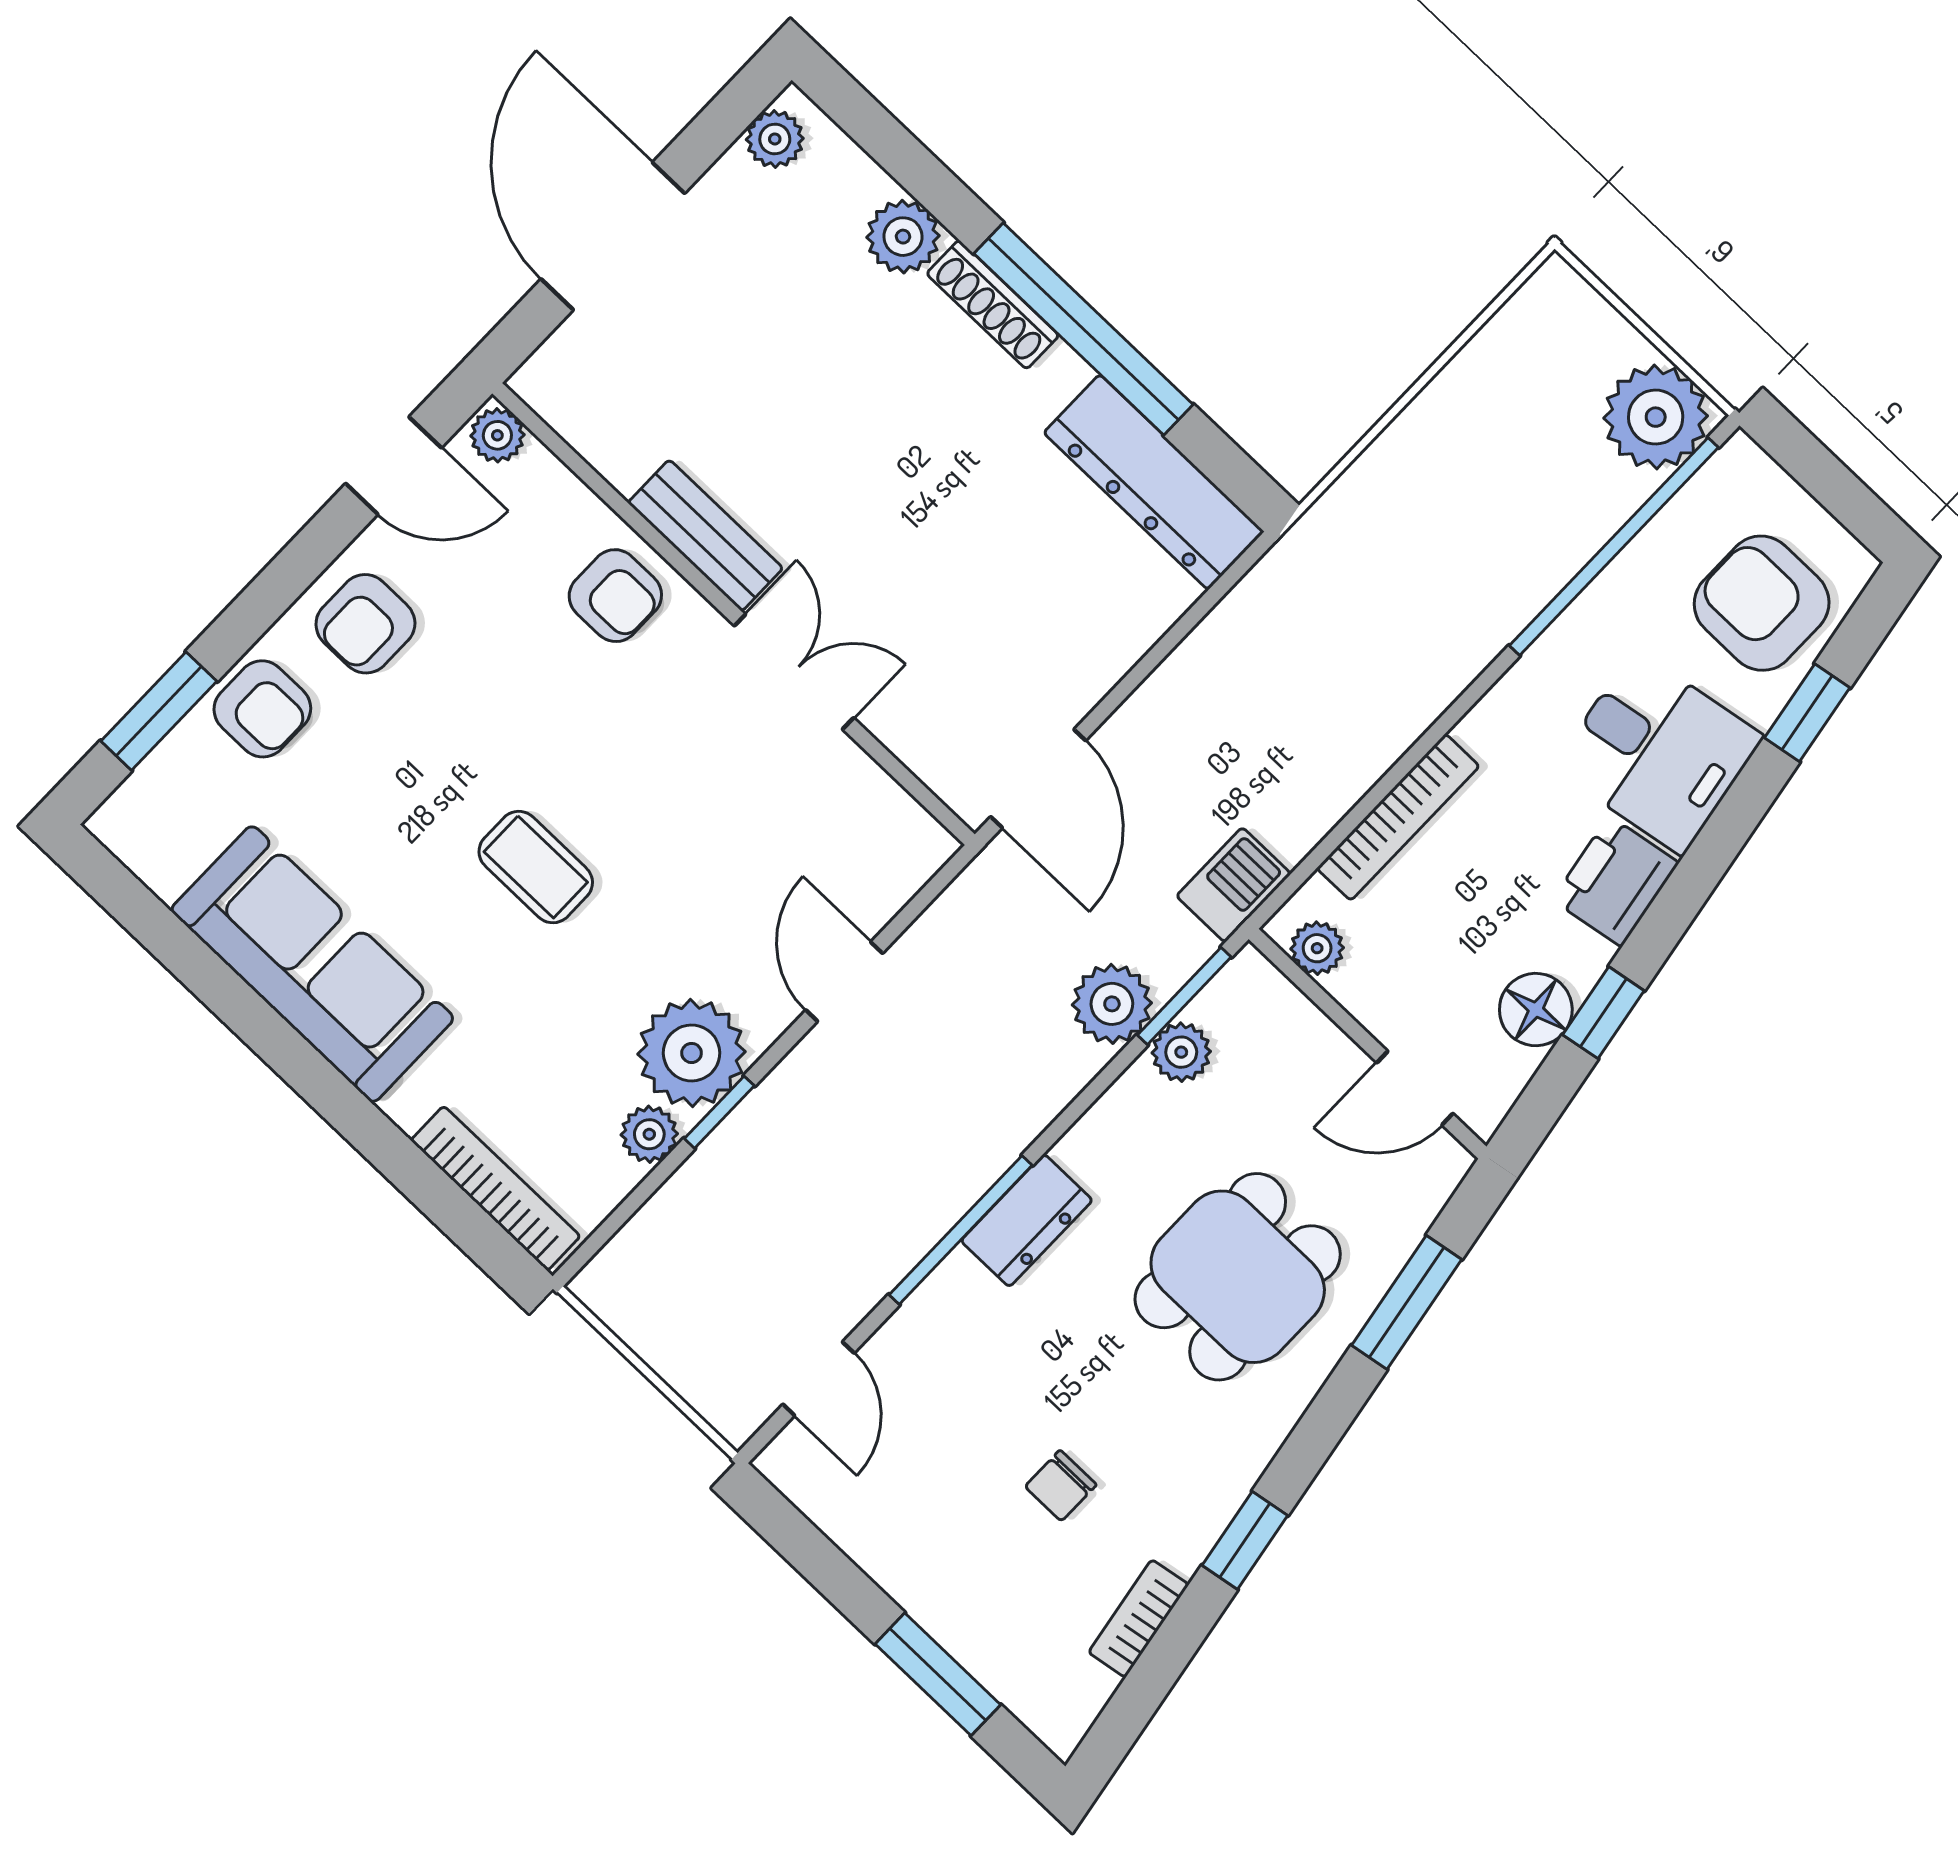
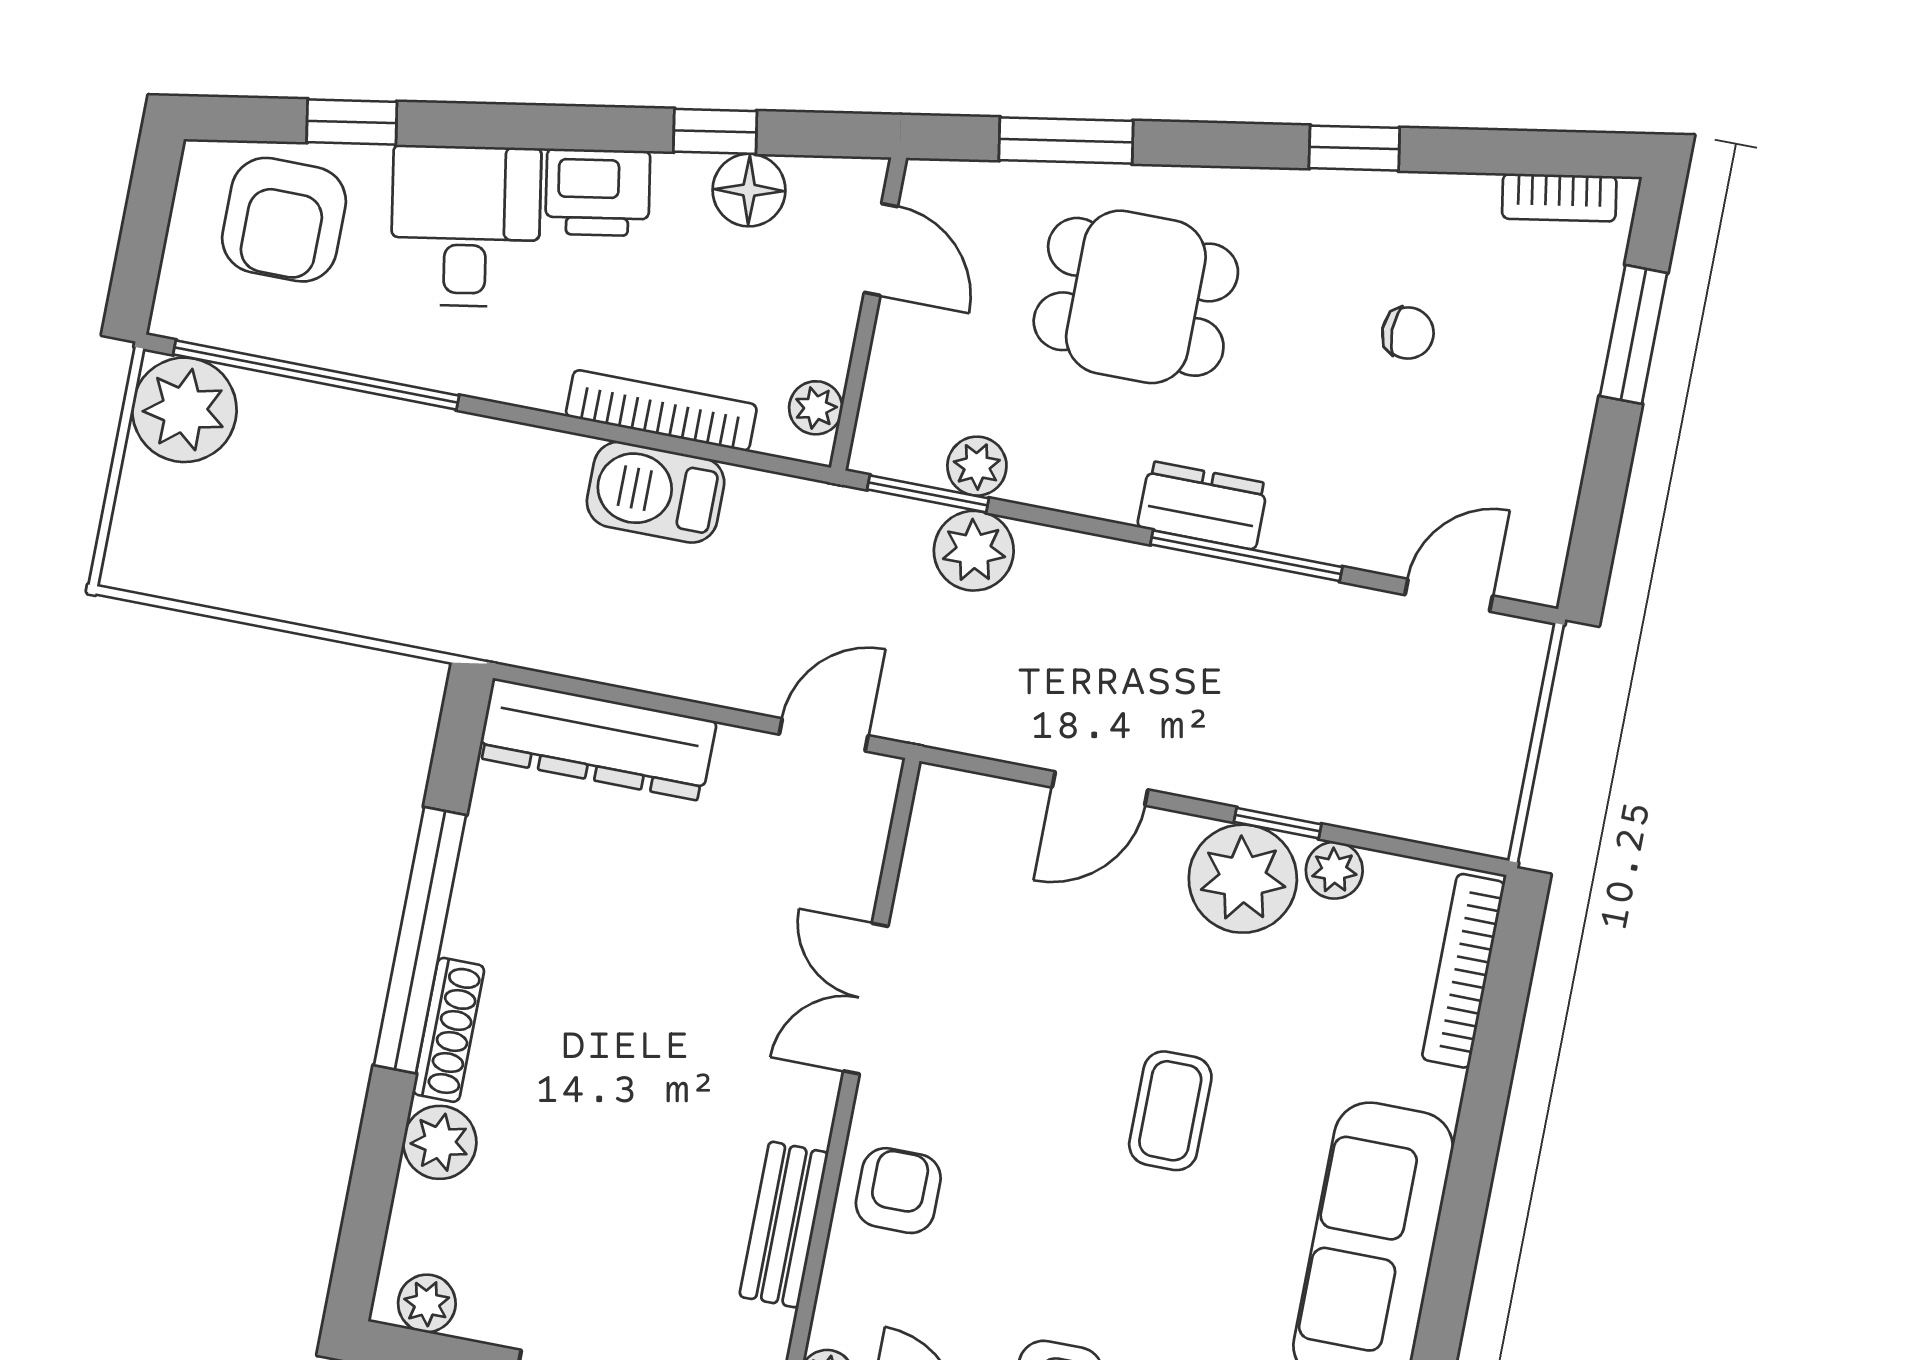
dresser: (1154, 482) -> (597, 740), moved, turned 90
bench: (705, 535) -> (784, 1225), moved
door: (1038, 779) -> (824, 735), width x0.73
barbecue: (1234, 885) -> (656, 492), moved, width x1.38, depth x1.27
bookcase: (1139, 1619) -> (1559, 197), moved

